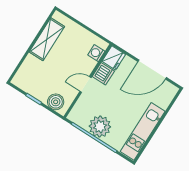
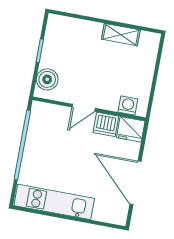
shelving: (47, 39) -> (121, 35), width x0.67, depth x0.75
door: (85, 85) -> (84, 108), swing flipped
plant: (100, 127) -> (39, 147), removed

